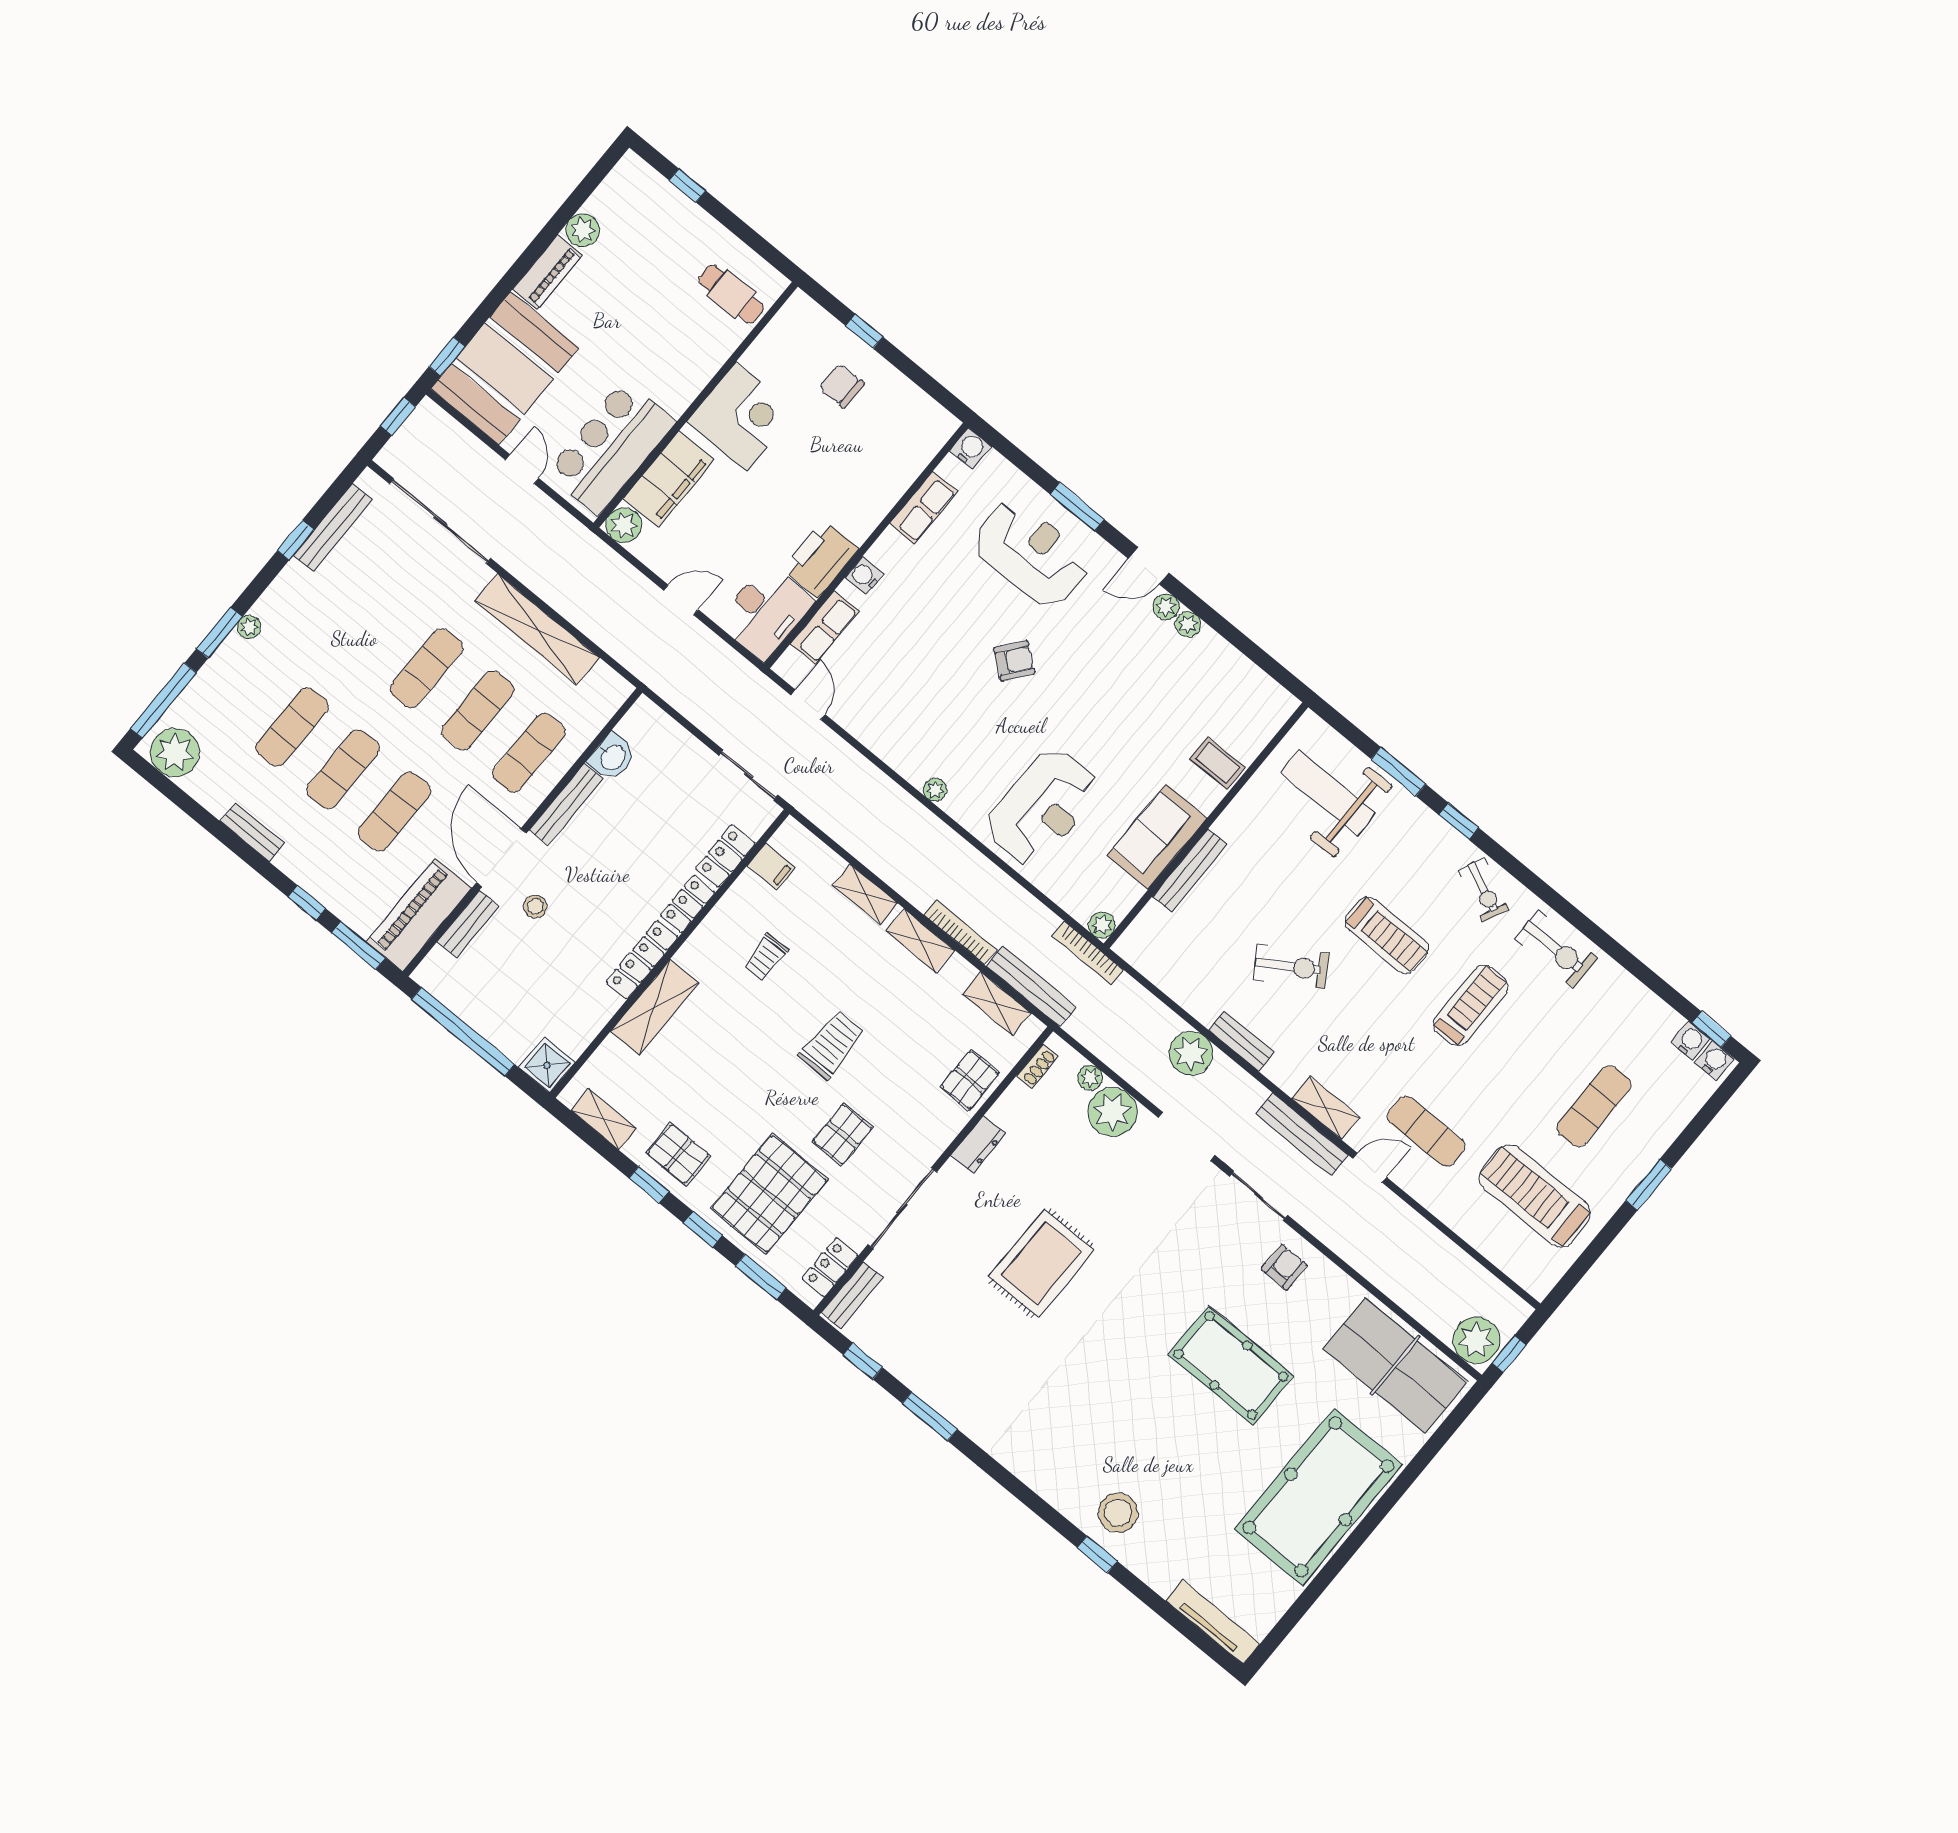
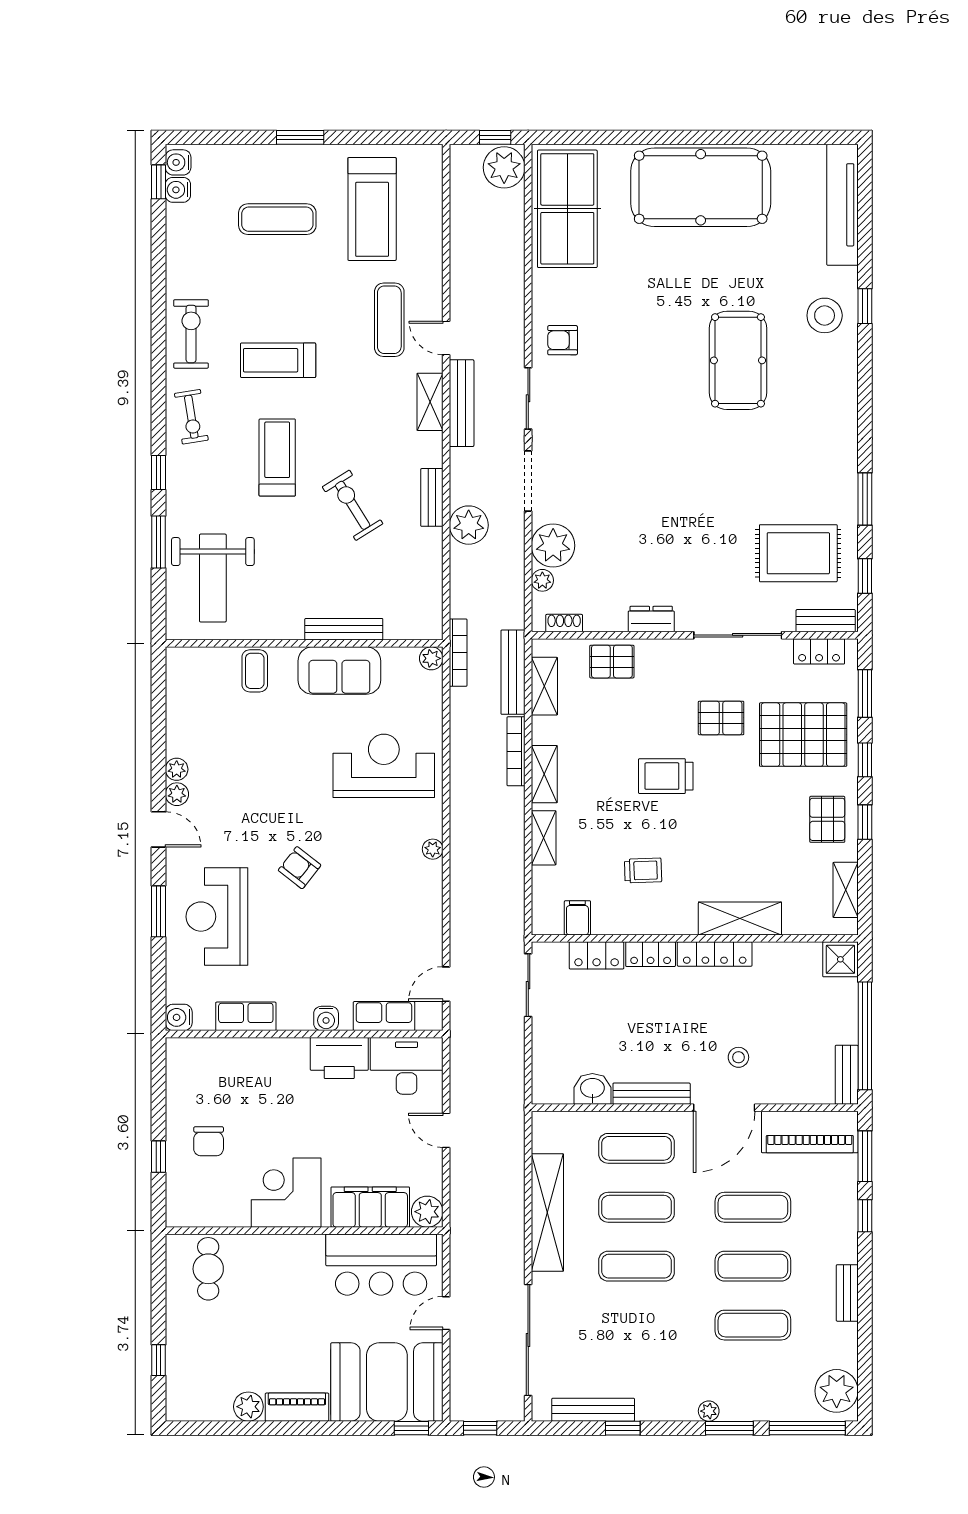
exercise bike: (1484, 890) -> (191, 417), turned 146
bench: (468, 924) -> (847, 1075), moved, turned 90
rug: (1041, 1263) -> (798, 553), moved
pool table: (1231, 1365) -> (738, 360), moved
tv unit: (1213, 1622) -> (843, 205), width x1.36, depth x1.29

